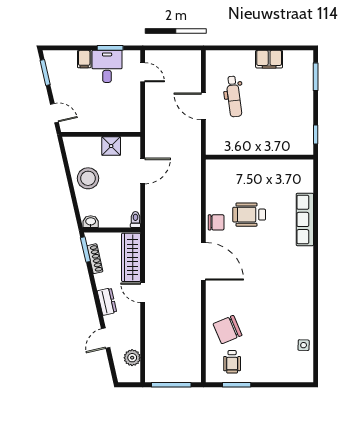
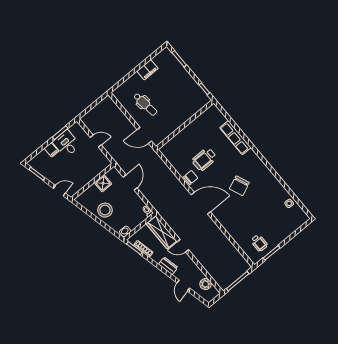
door: (143, 72) -> (96, 141), moved
door: (203, 106) -> (144, 135), moved
chair: (228, 330) -> (239, 186), moved

